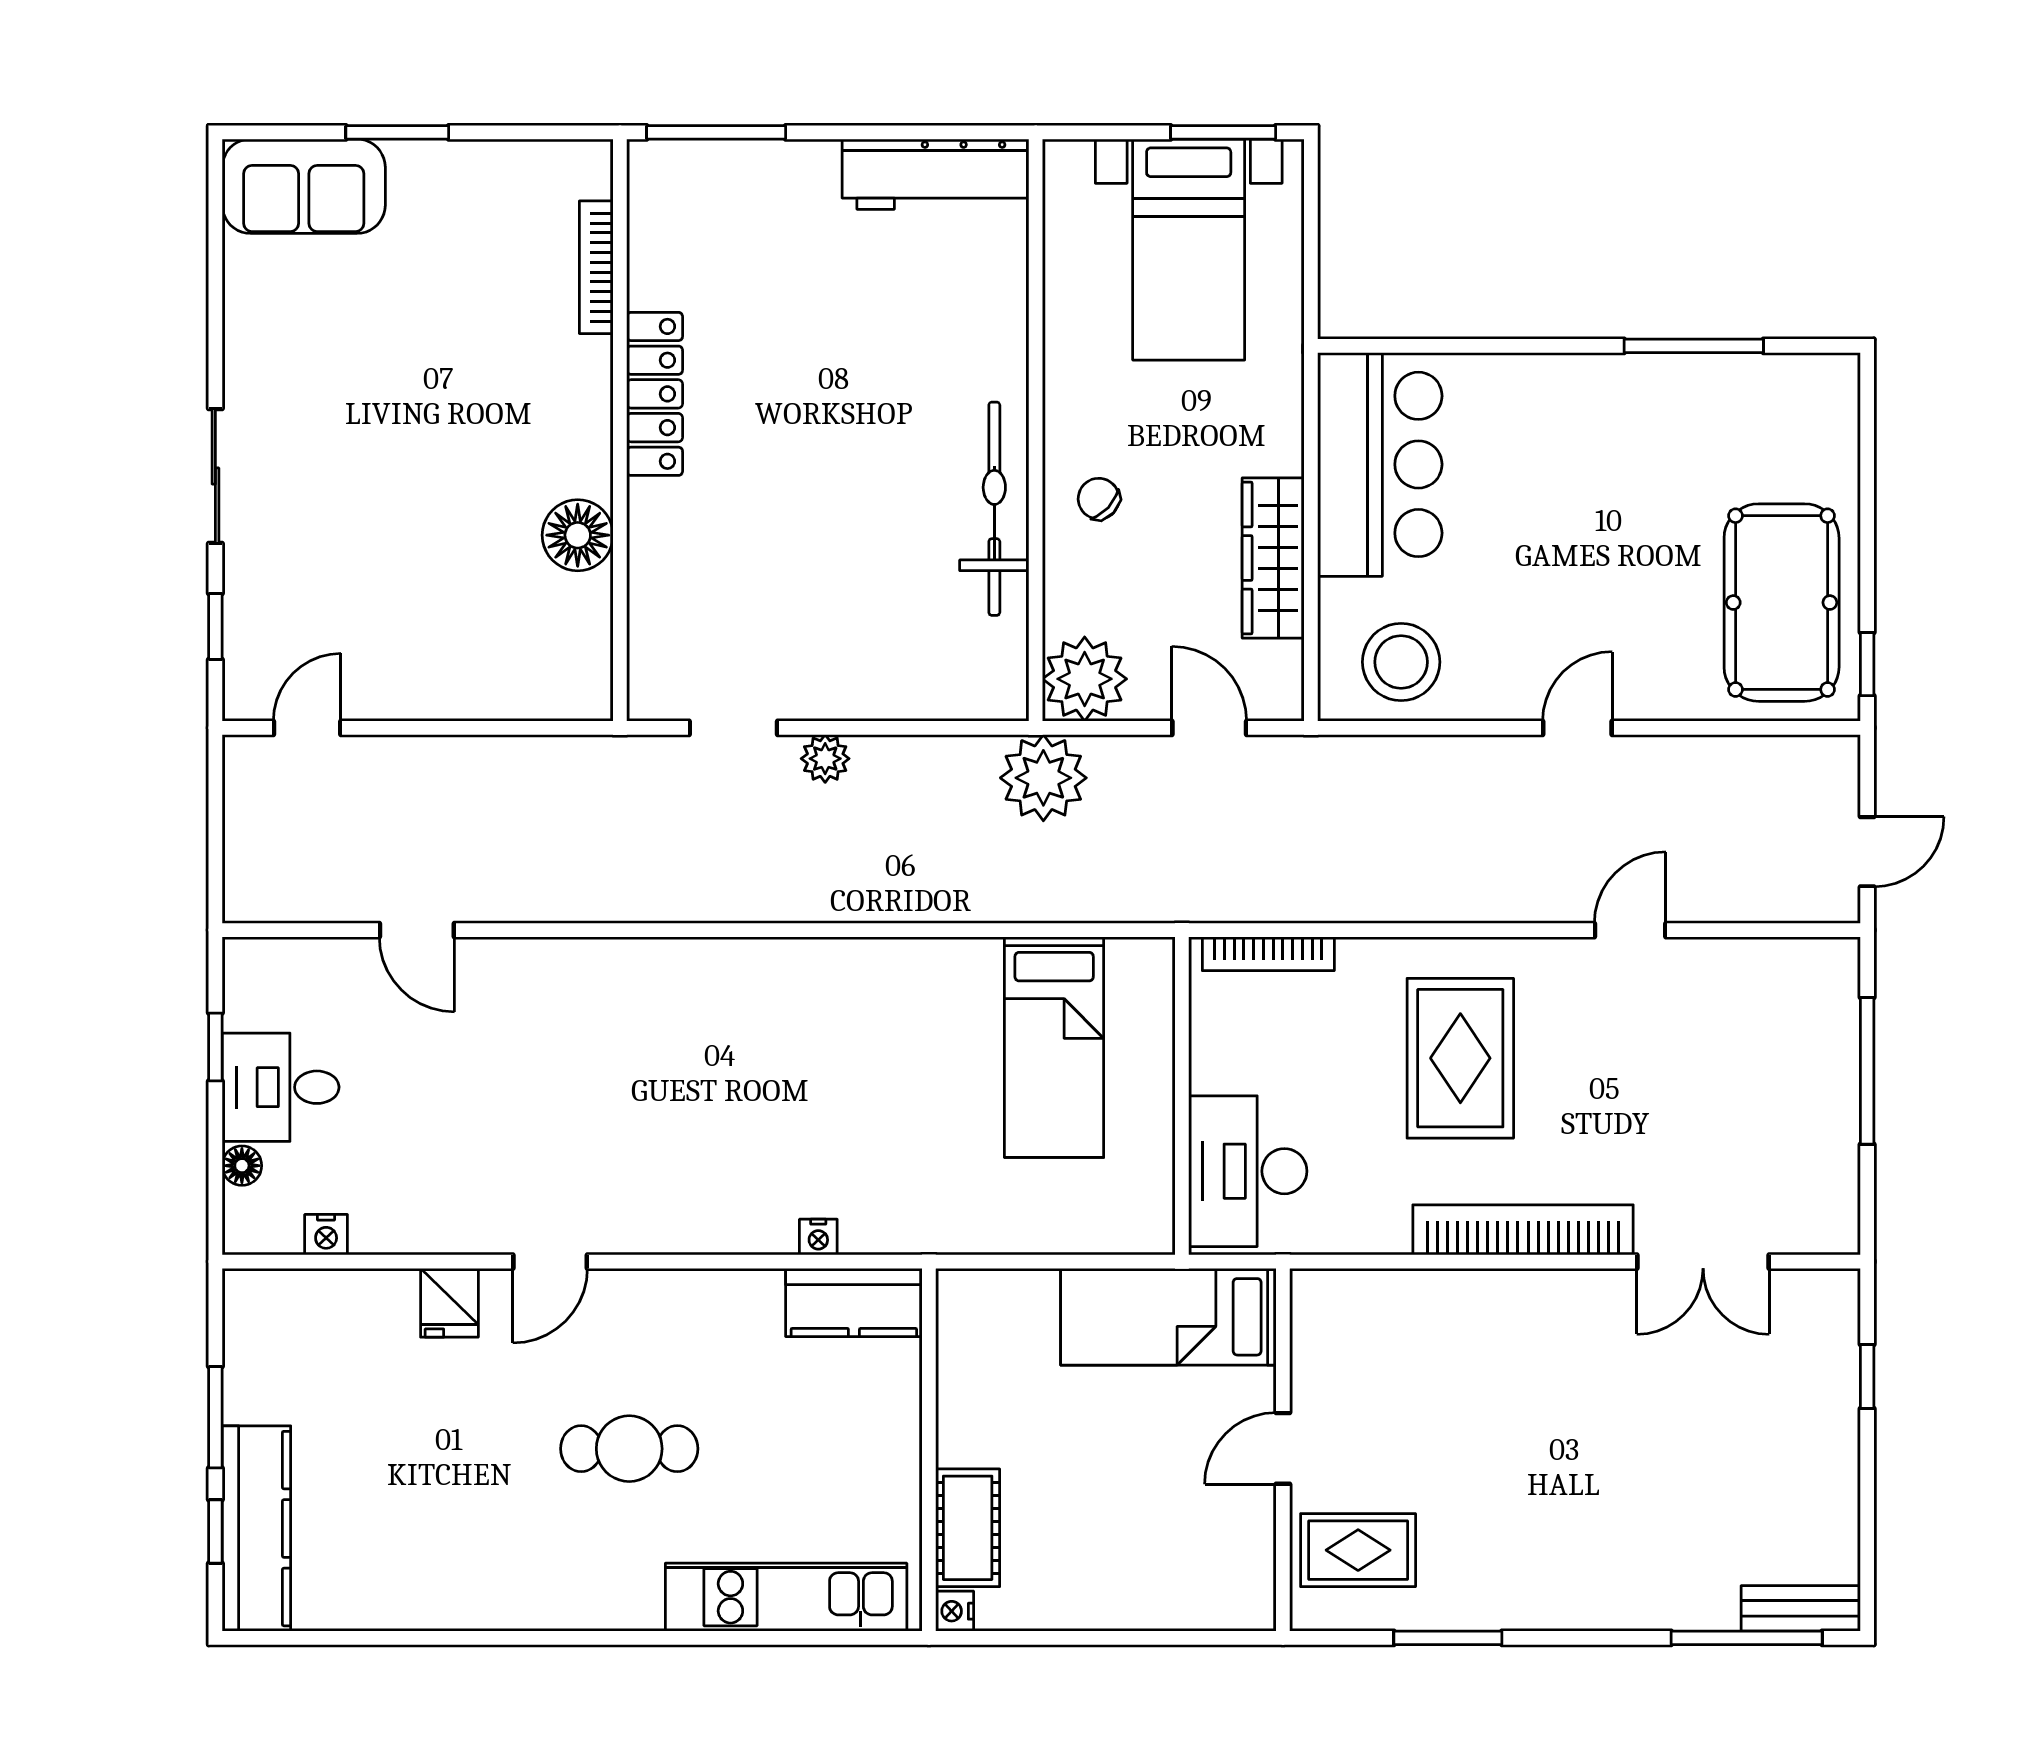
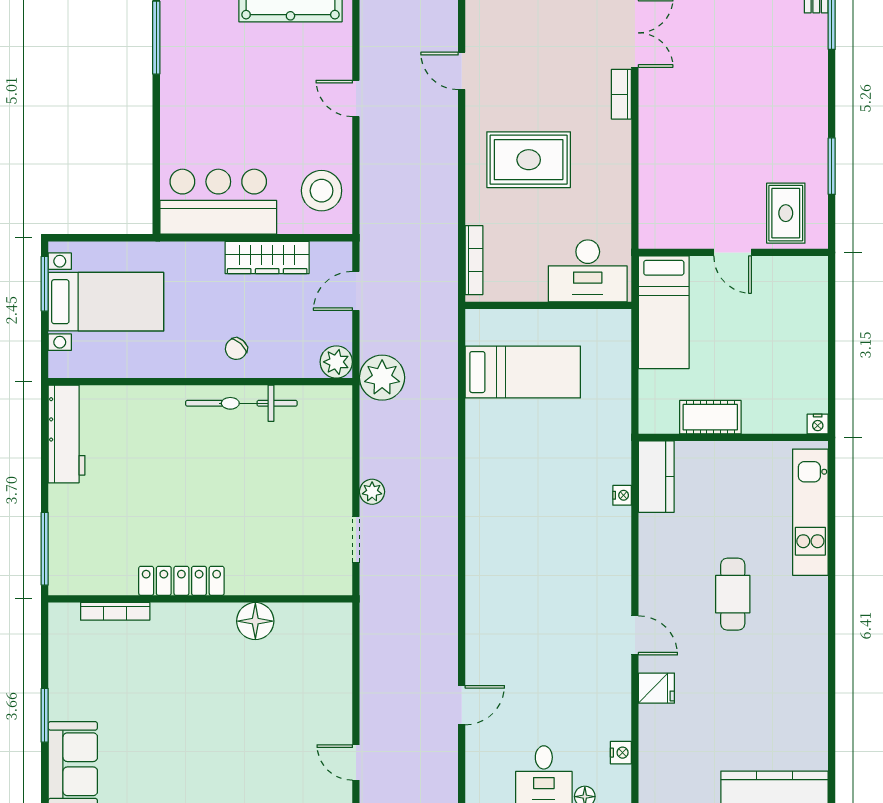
plant: (1085, 679) -> (336, 362), width x0.73, depth x0.73
bookcase: (1523, 1230) -> (621, 94), width x0.43, depth x0.76
cot: (968, 1528) -> (710, 417), moved

